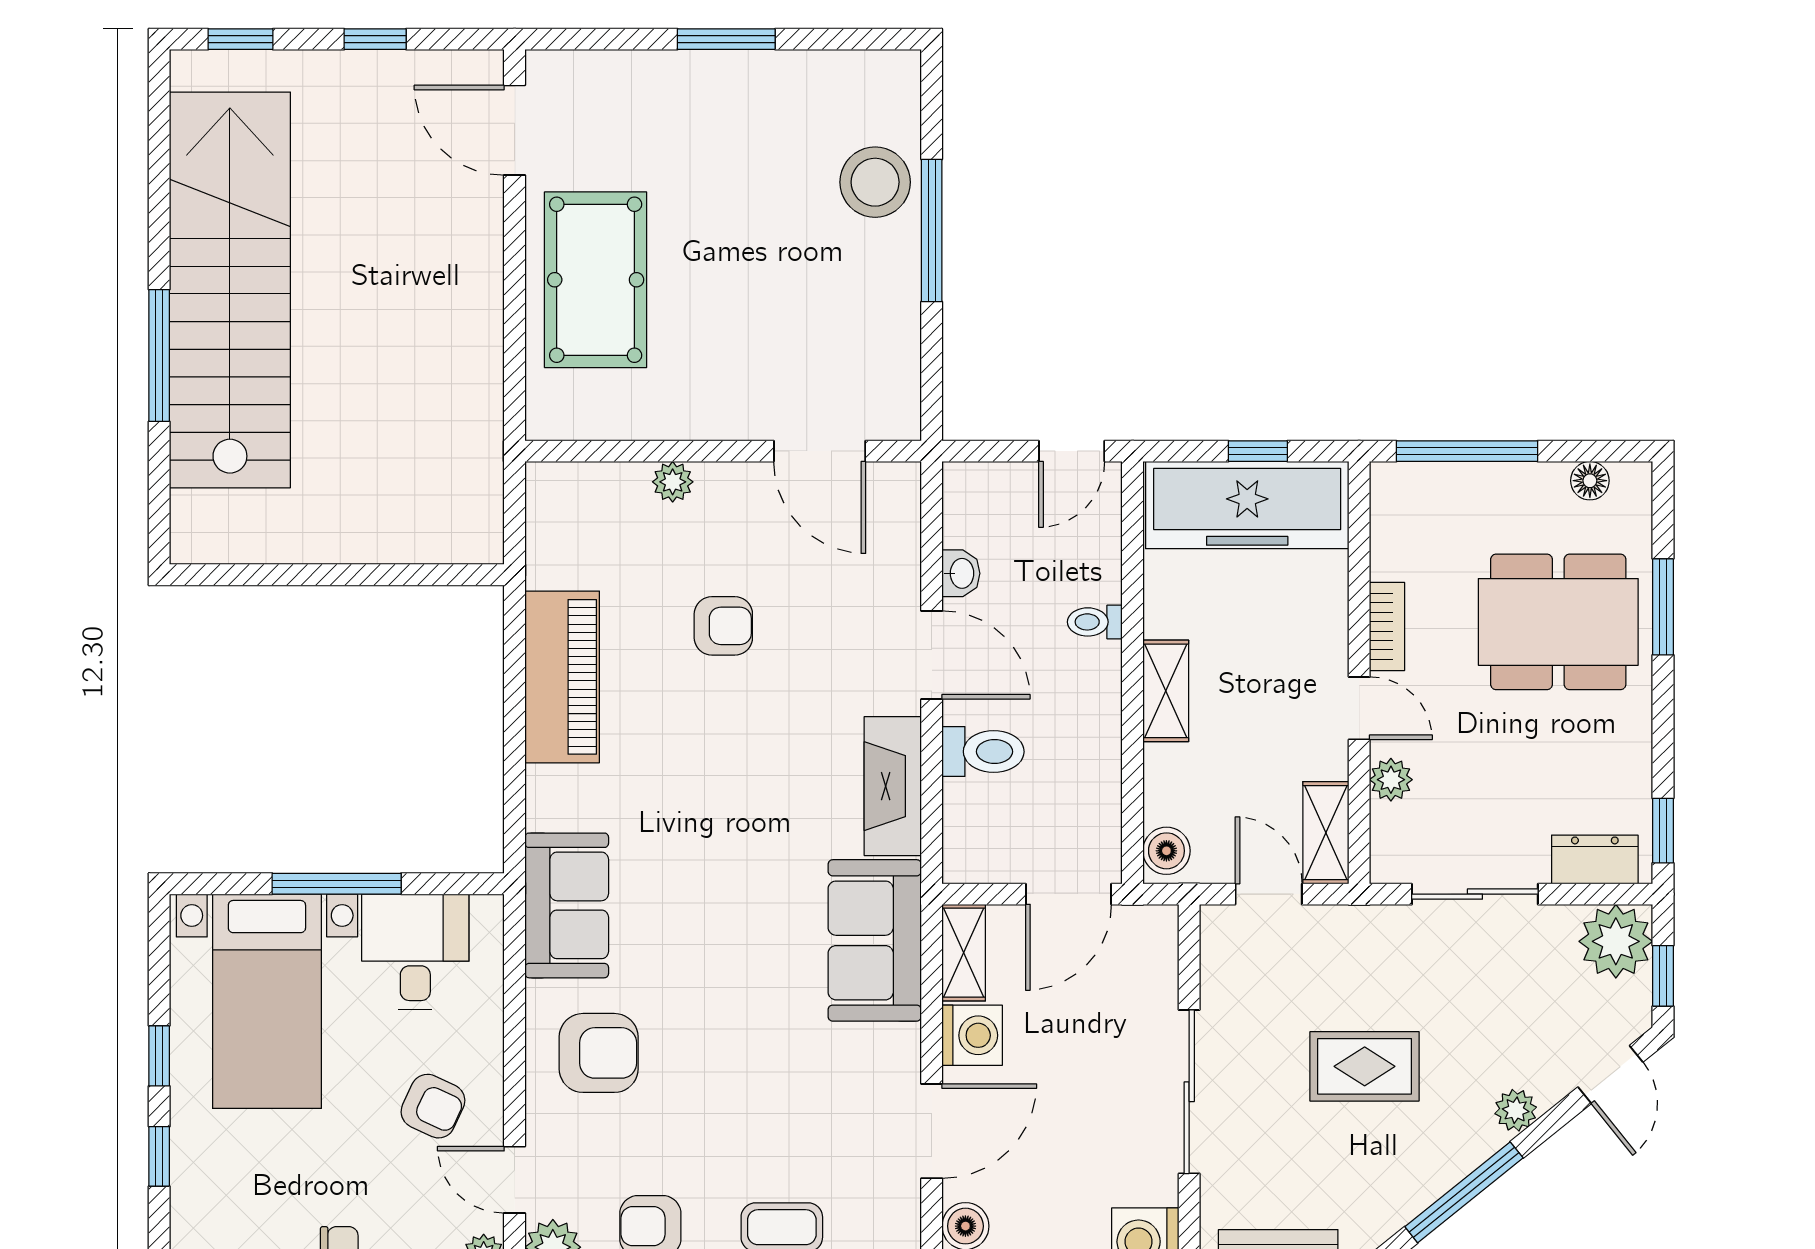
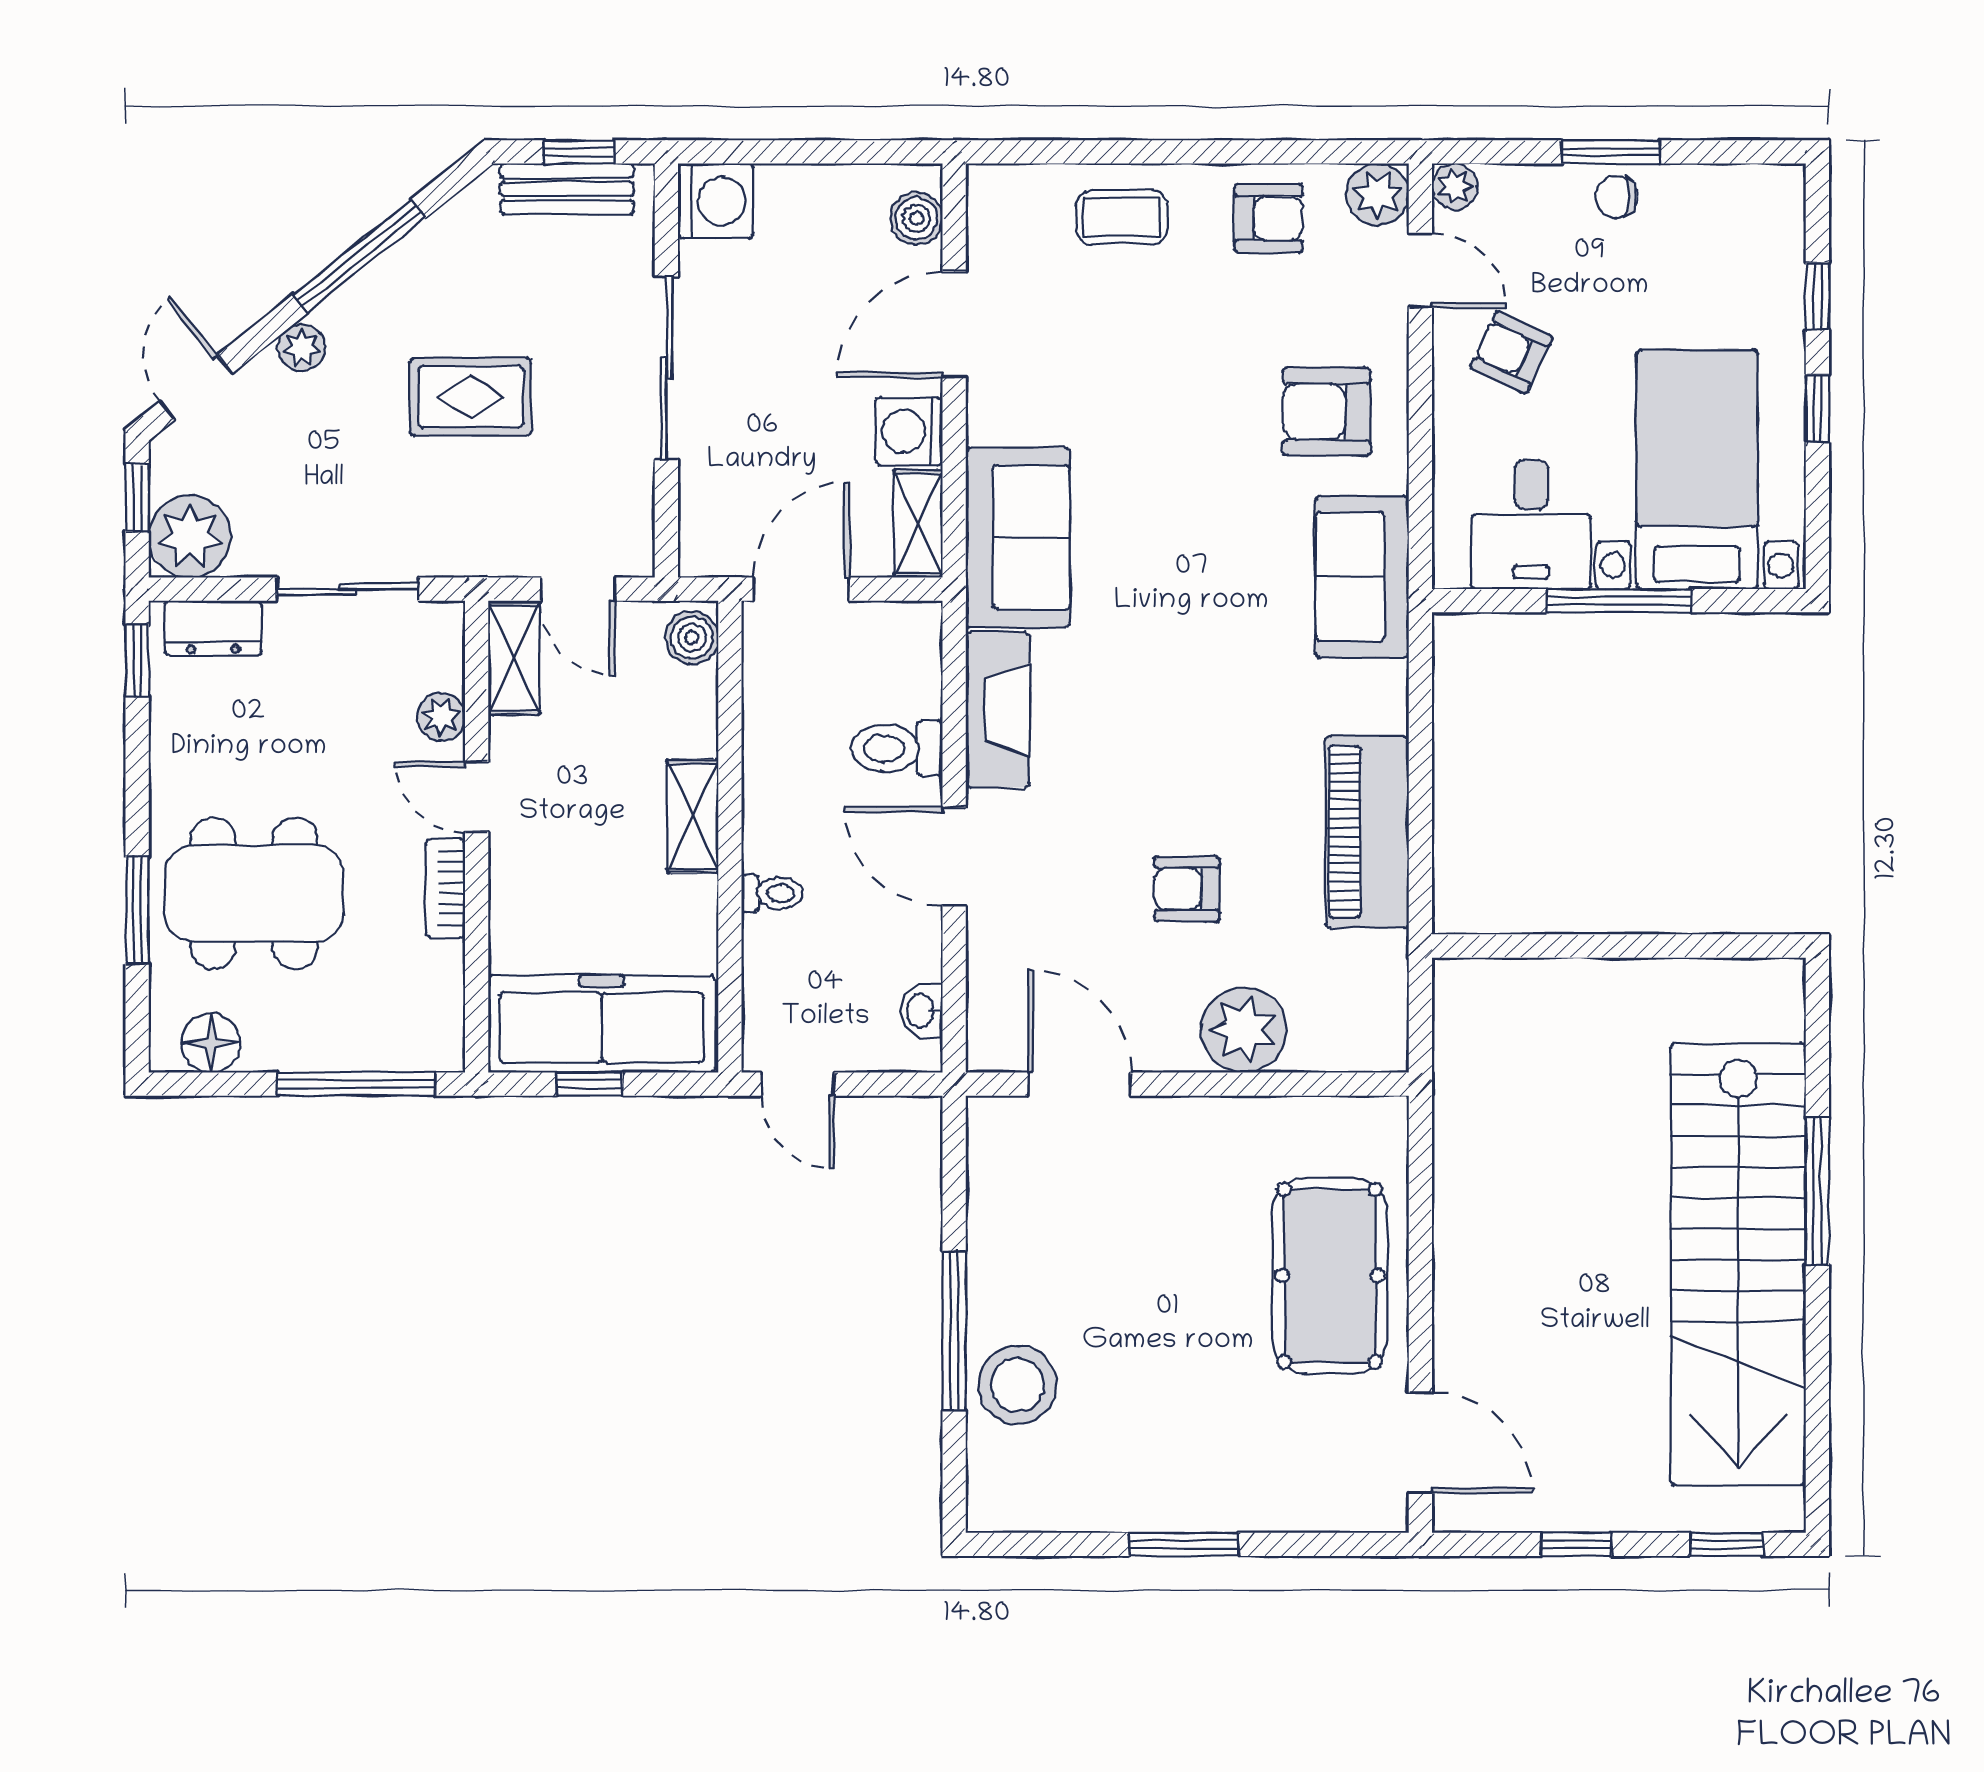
door: (1072, 451) -> (798, 1084), swing flipped
floor lamp: (1590, 481) -> (211, 1043), width x1.37, depth x1.37
plant: (673, 482) -> (1244, 1030), width x1.88, depth x1.88
washbasin: (961, 573) -> (922, 1011), moved

